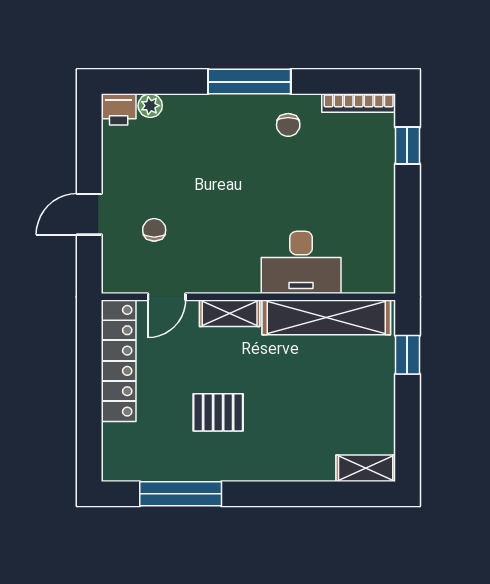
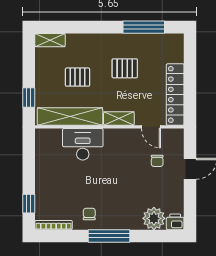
plant: (150, 106) -> (154, 218), width x1.87, depth x1.87
door: (167, 297) -> (151, 127), swing flipped
pallet: (311, 395) -> (77, 77), added

